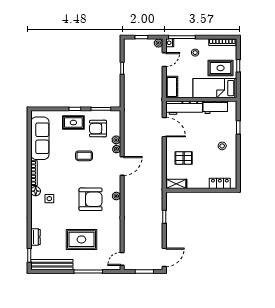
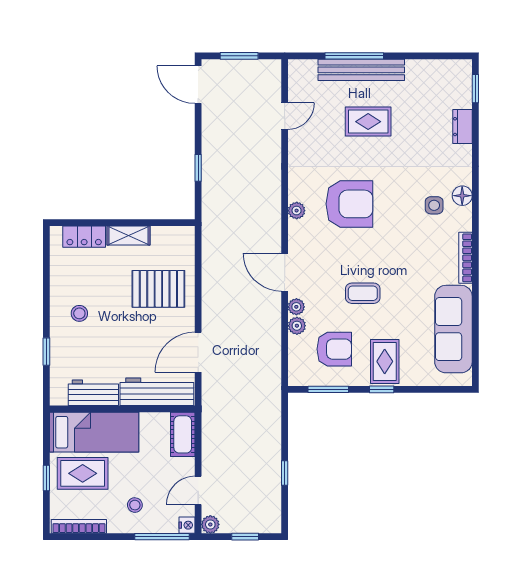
rug: (73, 123) -> (385, 361), turned 90
door: (164, 127) -> (198, 352), hinge flipped
pallet: (184, 158) -> (158, 289), width x1.50, depth x1.42
door: (122, 166) -> (285, 272), hinge flipped
shelving: (176, 184) -> (129, 235), moved
floor lamp: (36, 191) -> (462, 196), moved
armchair: (91, 199) -> (349, 204), turned 180
rug: (81, 239) -> (368, 122), width x0.73, depth x0.70
door: (164, 257) -> (198, 85), hinge flipped
door: (122, 259) -> (285, 116), moved
bench: (52, 265) -> (361, 70), moved

